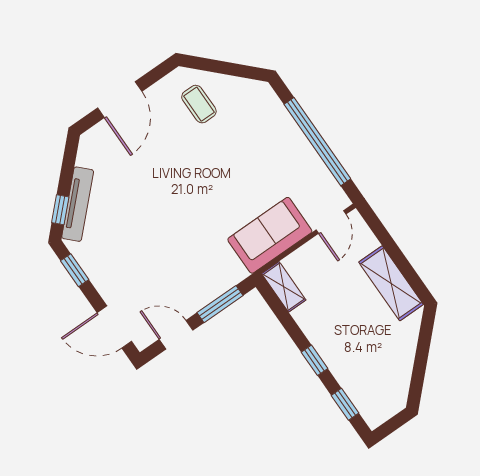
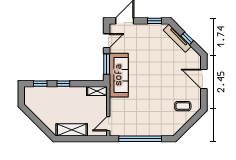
window: (60, 210) -> (187, 38), moved
door: (331, 222) -> (108, 124), hinge flipped
sofa: (270, 235) -> (119, 75), moved, width x1.36

